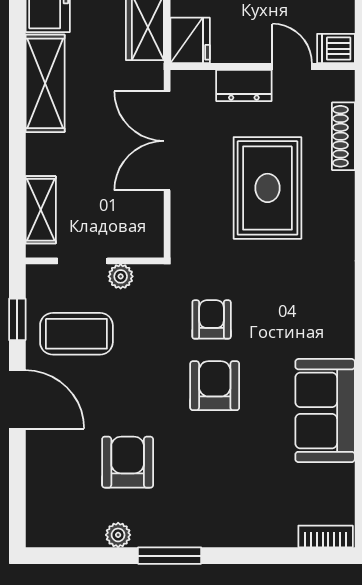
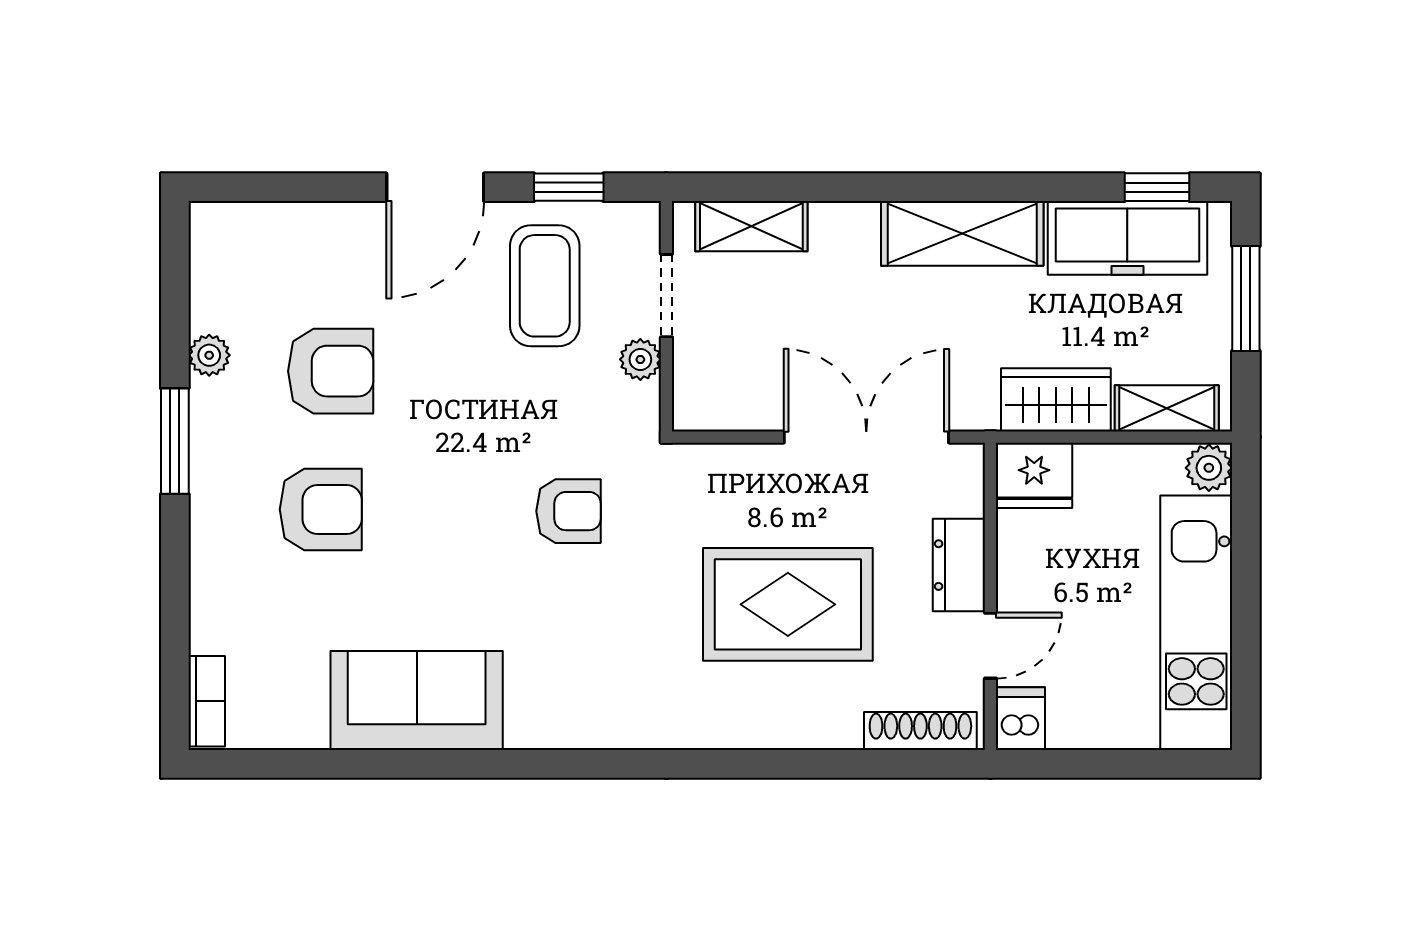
shoe rack: (343, 136) -> (920, 731), moved
armchair: (215, 386) -> (321, 509), moved

